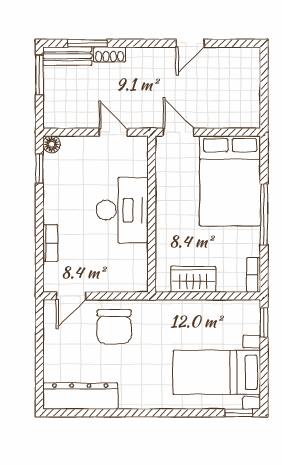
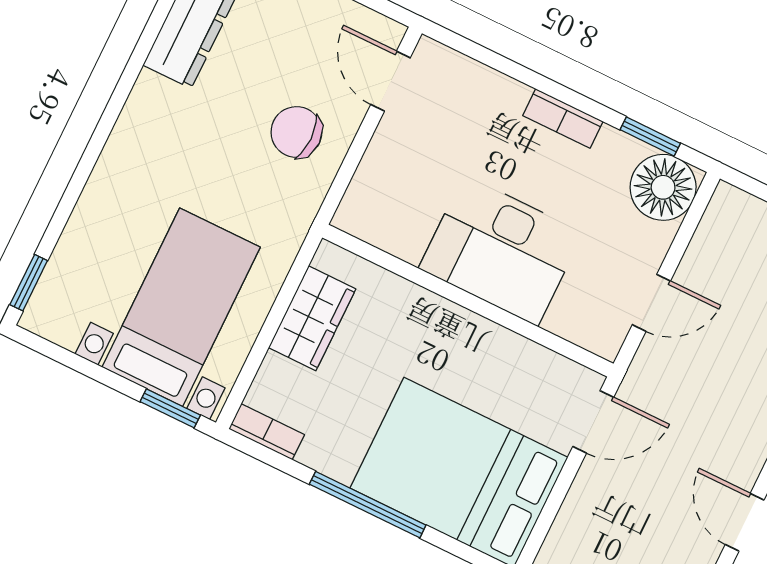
floor lamp: (52, 144) -> (663, 187), width x1.89, depth x1.89
bookcase: (50, 243) -> (563, 119), moved
chair: (114, 327) -> (296, 132), width x0.73, depth x0.73
bed with nightstands: (217, 372) -> (181, 307), moved

